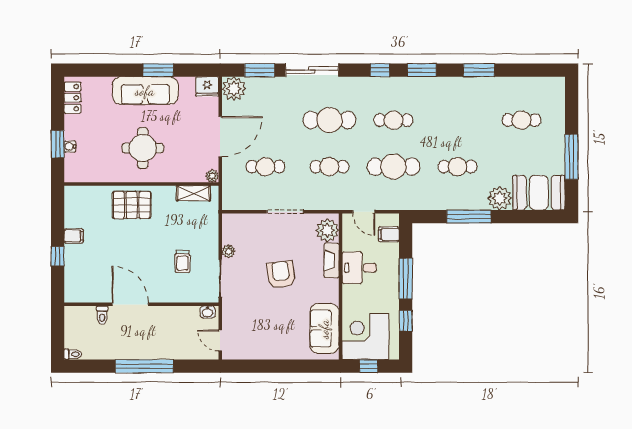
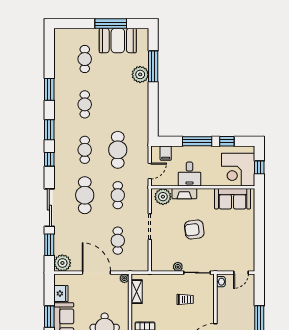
fridge: (207, 86) -> (61, 294), moved
cafe table: (457, 167) -> (85, 104), moved
booth: (539, 193) -> (118, 41), moved, turned 90
window: (469, 217) -> (153, 66), moved

